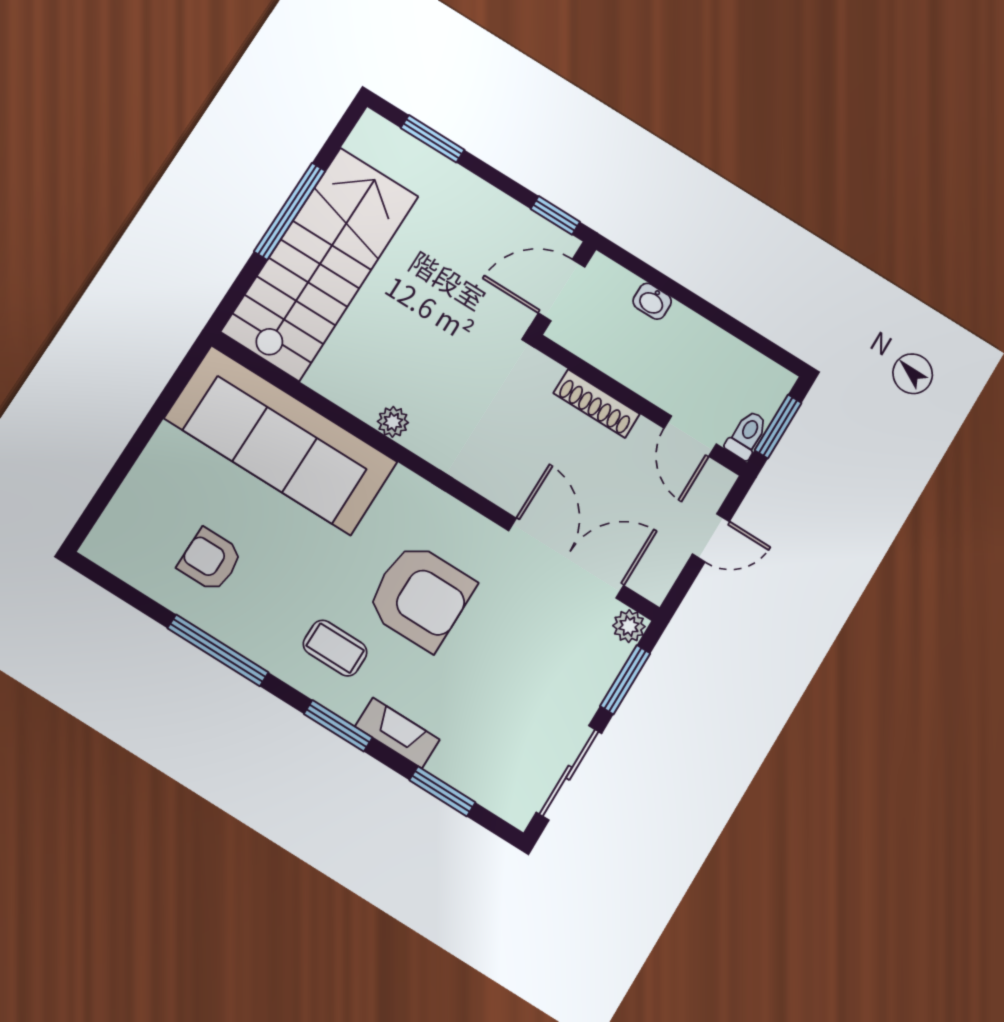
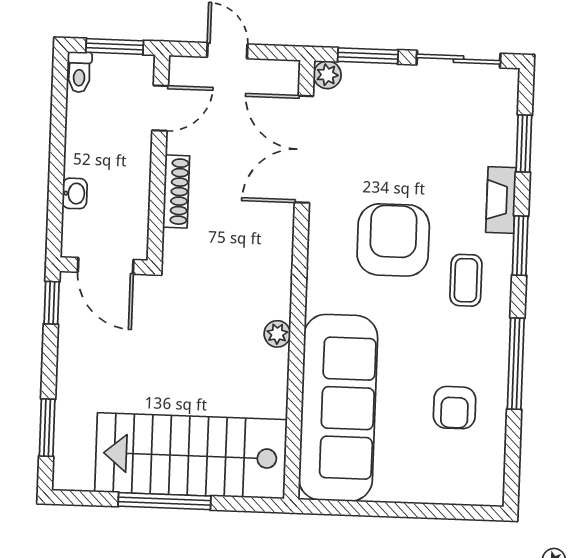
toilet: (747, 435) -> (79, 72), moved, turned -90

